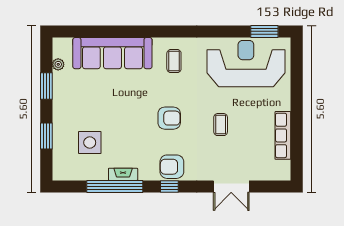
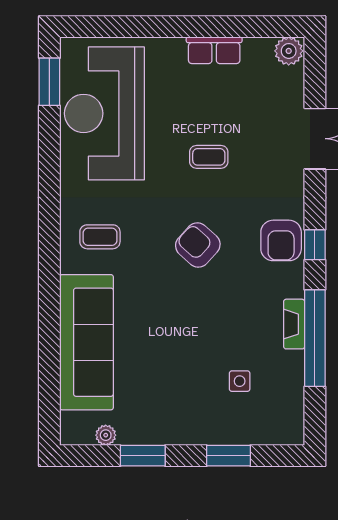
armchair: (169, 118) -> (198, 245), turned -48
row of seats: (283, 135) -> (214, 50), width x0.68
side table: (90, 142) -> (240, 381), width x0.54, depth x0.54
plant: (282, 171) -> (289, 51), added

